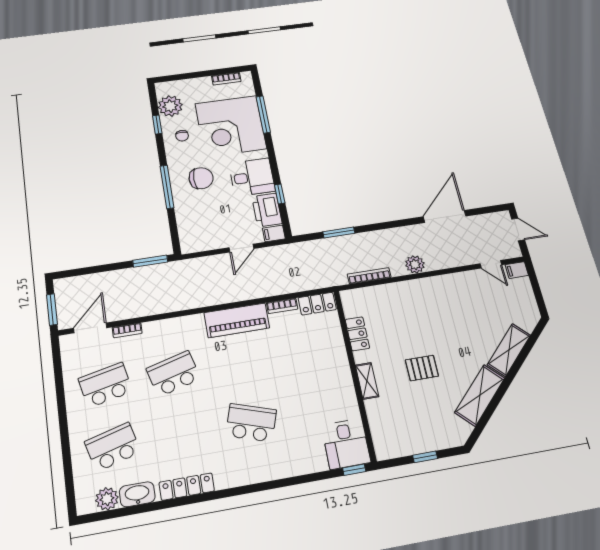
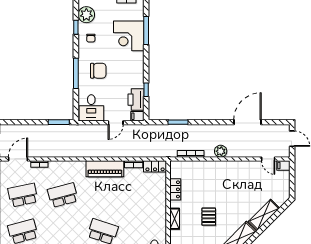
corner desk: (231, 126) -> (129, 36), width x0.74, depth x0.74
desk: (252, 177) -> (91, 108), moved, turned 90
pallet: (422, 368) -> (209, 217), turned 90

